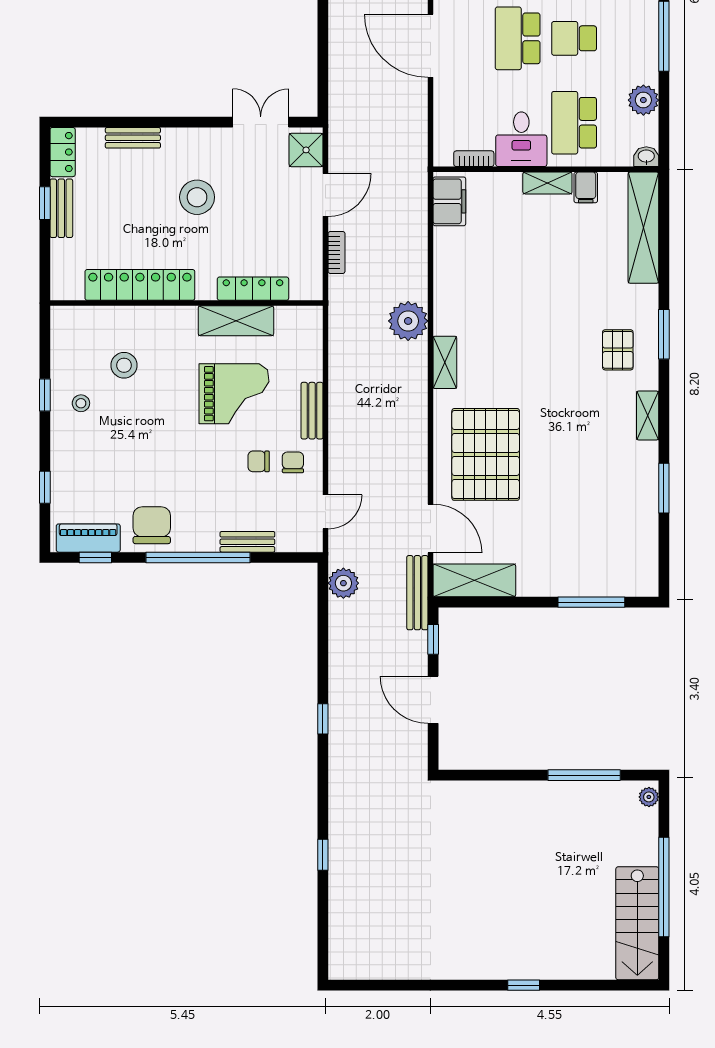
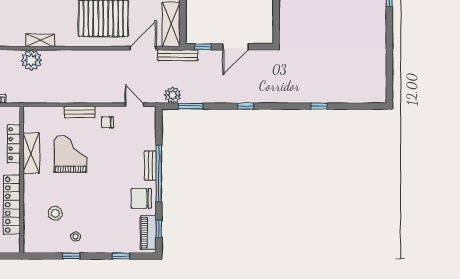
shelving: (445, 362) -> (40, 40), moved
chair: (259, 461) -> (107, 141), removed
bench: (247, 542) -> (150, 165), moved
window: (323, 617) -> (191, 106), added

